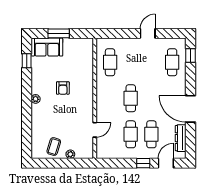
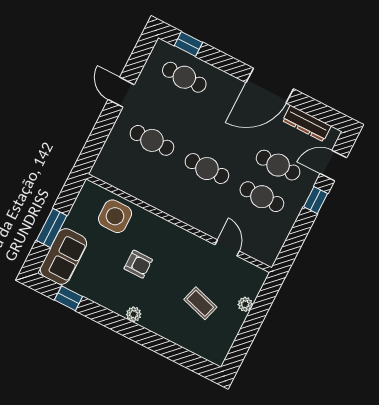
cafe table: (110, 62) -> (152, 140), moved
side table: (82, 63) -> (115, 216), added
coffee table: (54, 147) -> (200, 303), moved
door: (166, 163) -> (333, 166), hinge flipped

